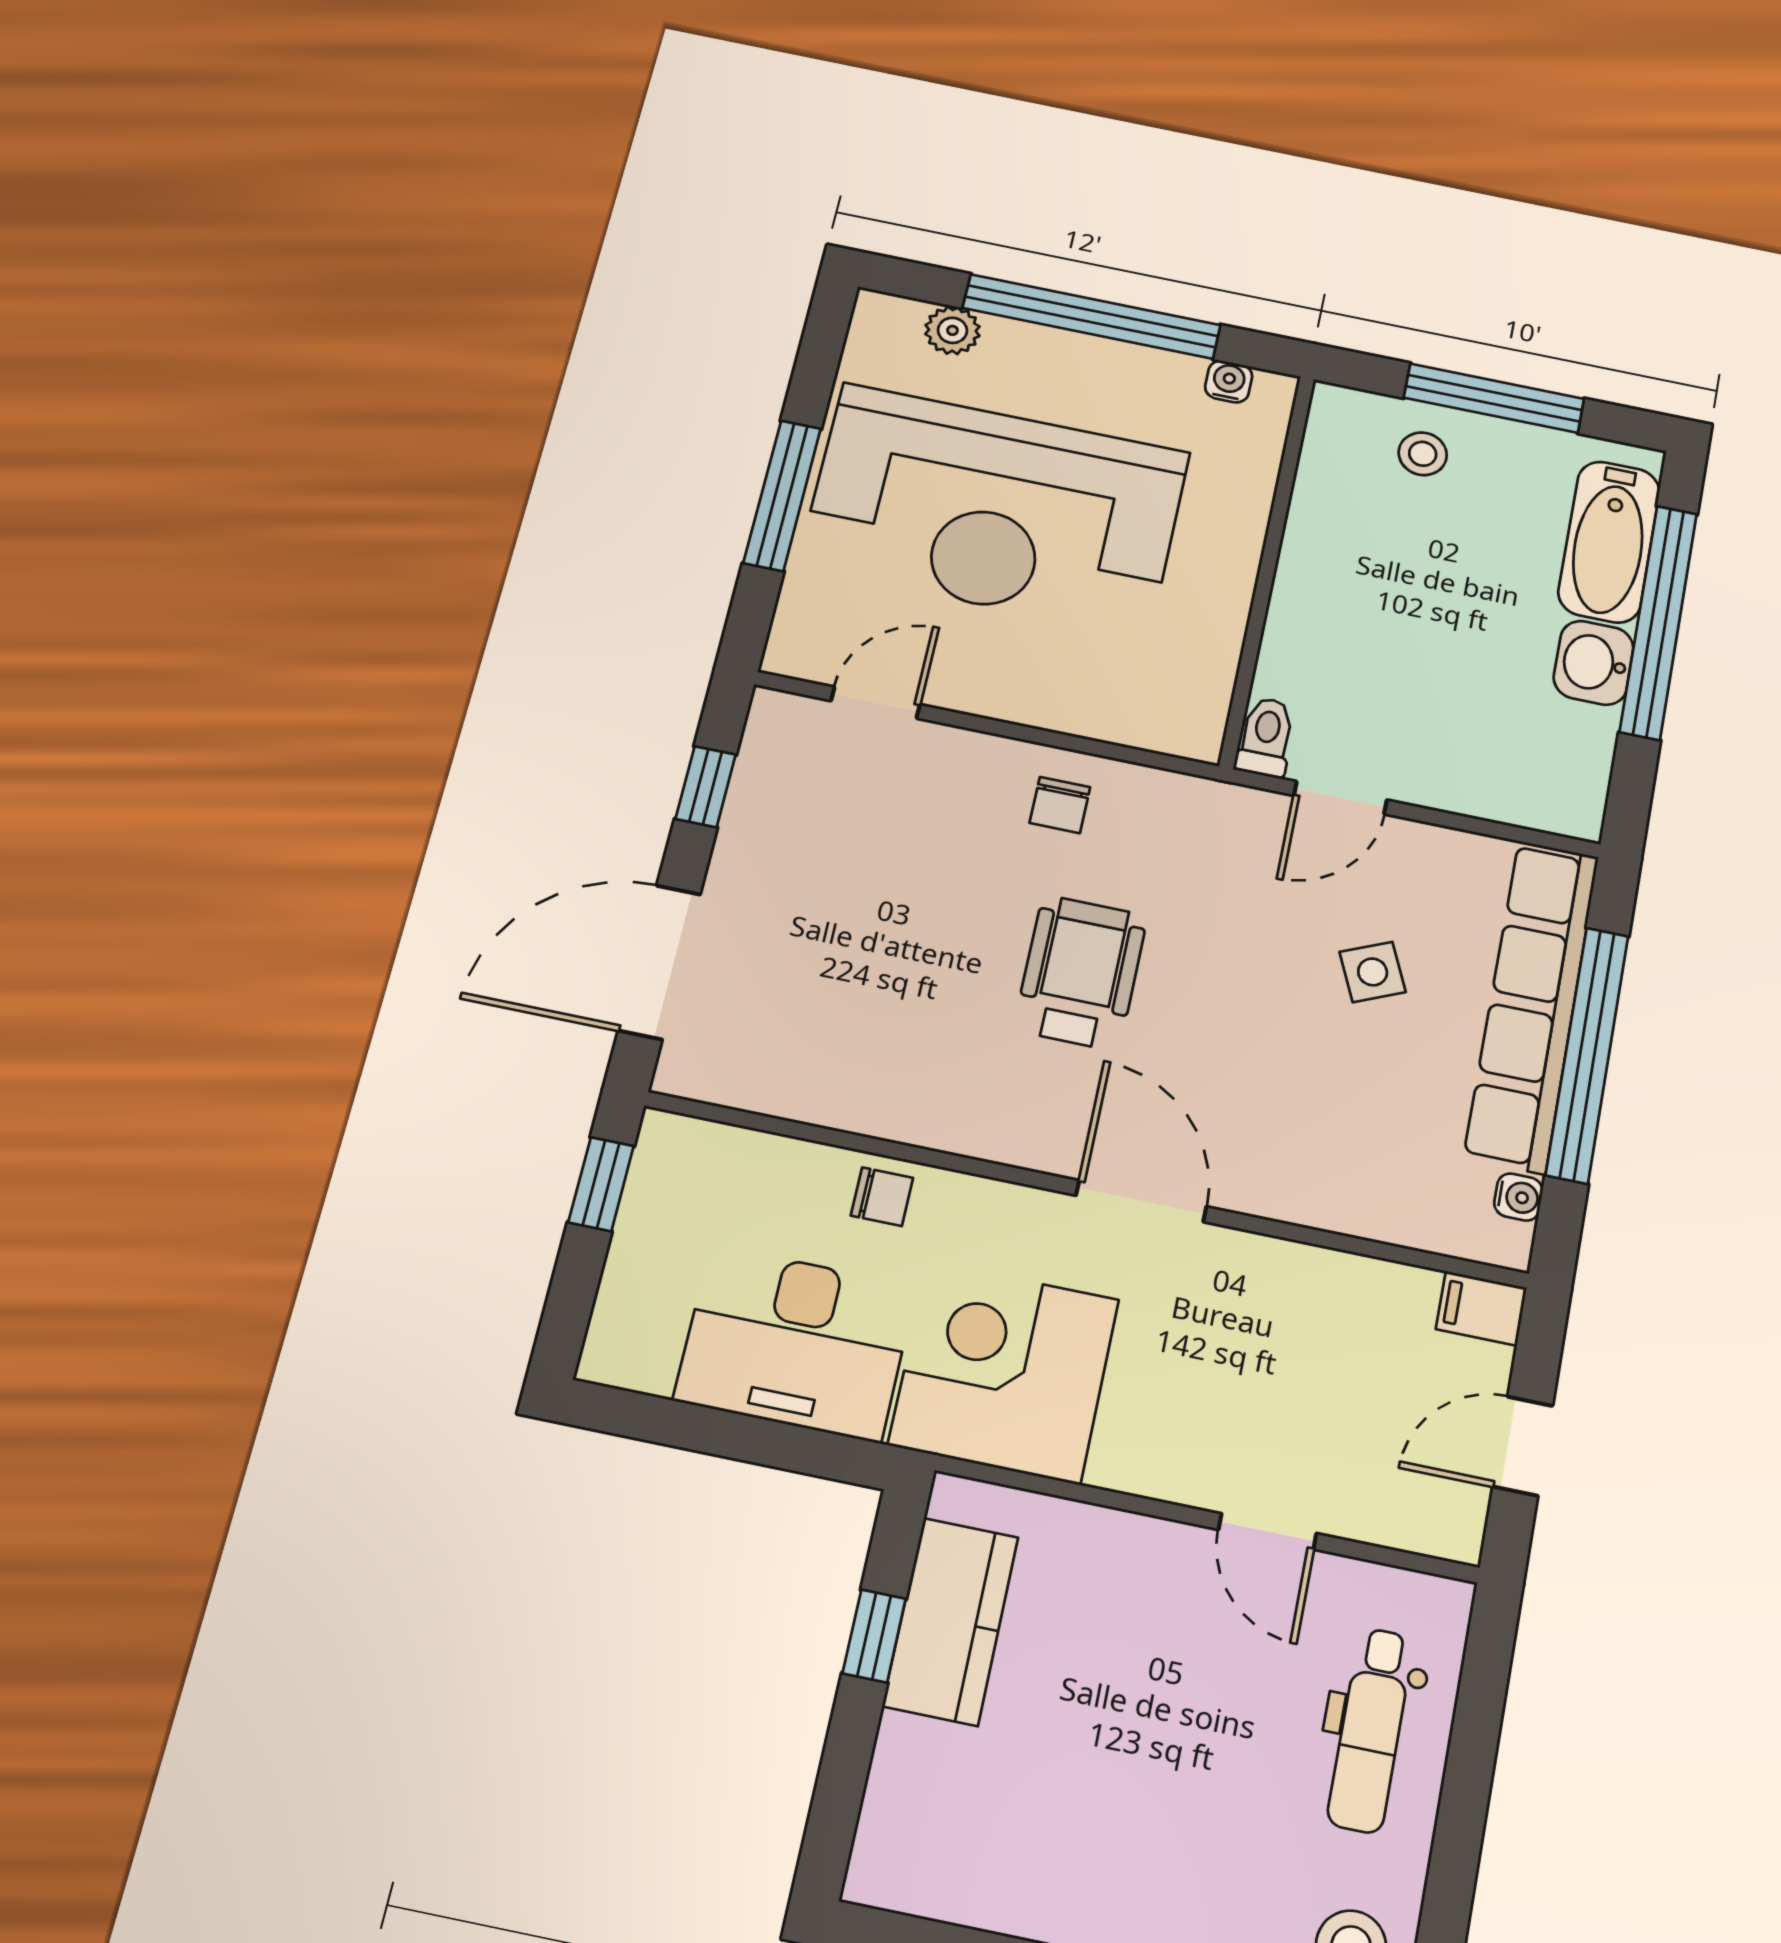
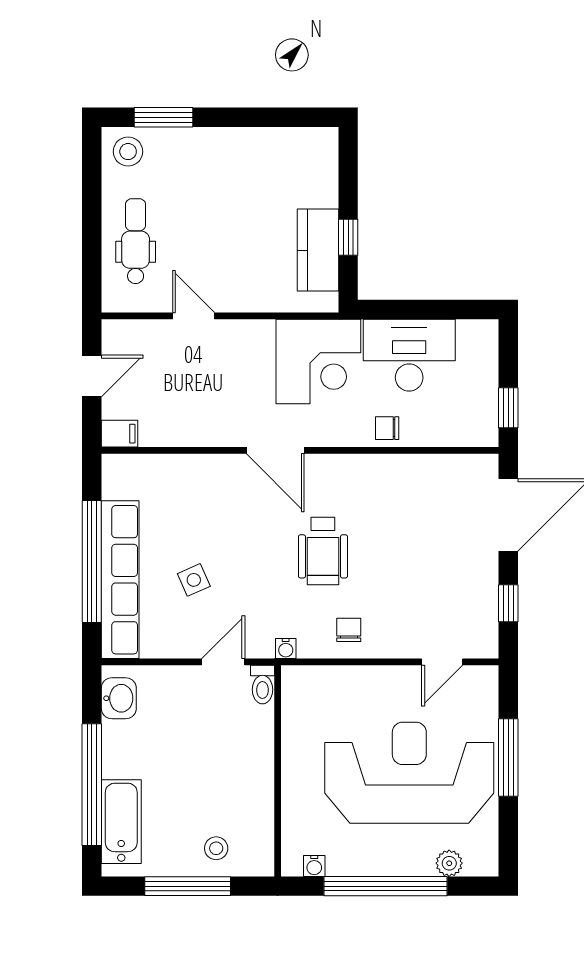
washbasin: (1594, 663) -> (119, 698), moved
water cooler: (1518, 1197) -> (286, 648), moved, turned -90

